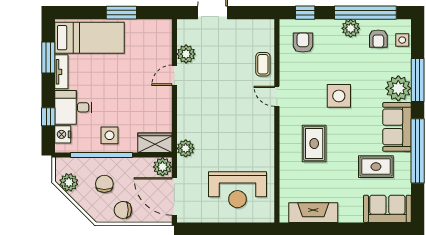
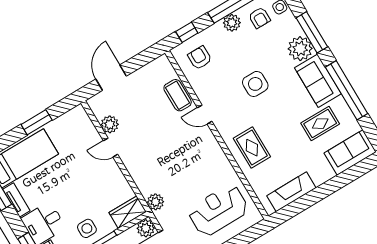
coffee table: (263, 64) -> (178, 95), width x1.36, depth x1.30
door: (174, 75) -> (111, 148), hinge flipped
rug: (314, 143) -> (252, 148), moved
reception desk: (237, 190) -> (218, 210), turned 180

